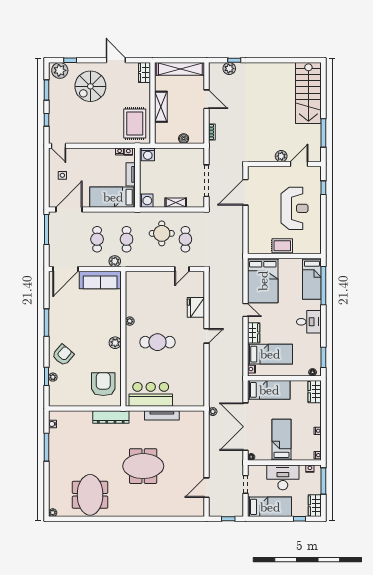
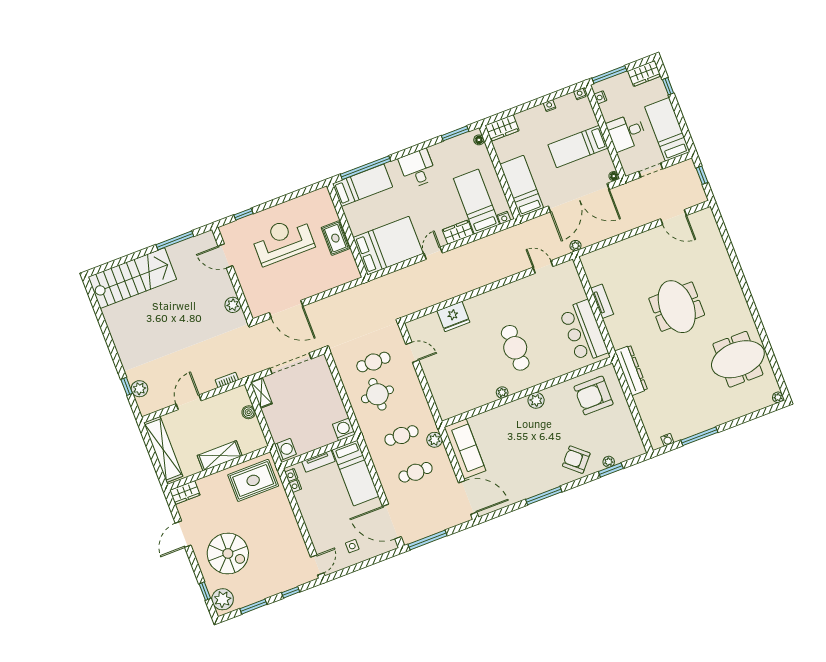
plant: (281, 156) -> (233, 305), moved
shelving: (176, 203) -> (261, 393), moved
door: (207, 336) -> (543, 267), moved
tv unit: (162, 415) -> (602, 301), width x0.71
desk: (283, 477) -> (626, 132), width x0.73

